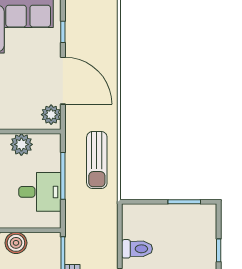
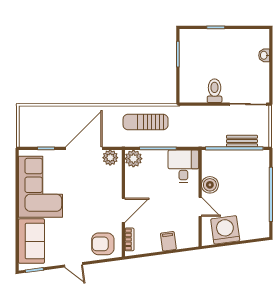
plant: (21, 144) -> (133, 159), moved
sun lounger: (97, 160) -> (146, 122), turned 180
desk: (40, 192) -> (183, 166), moved

